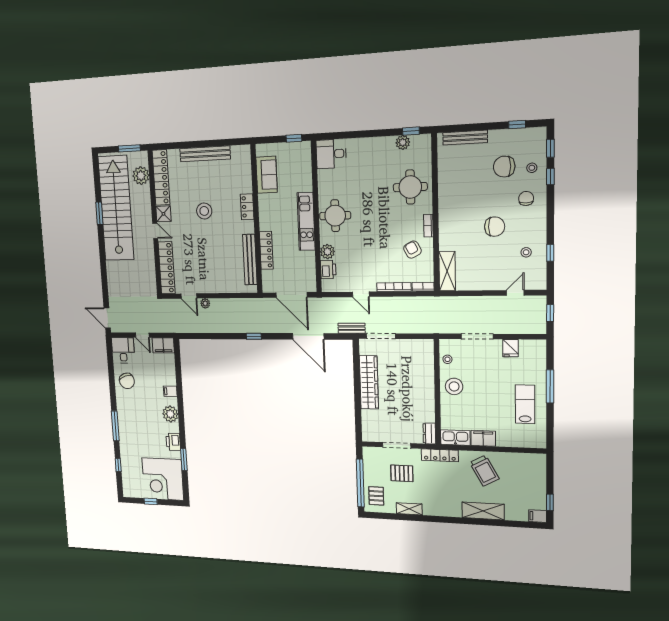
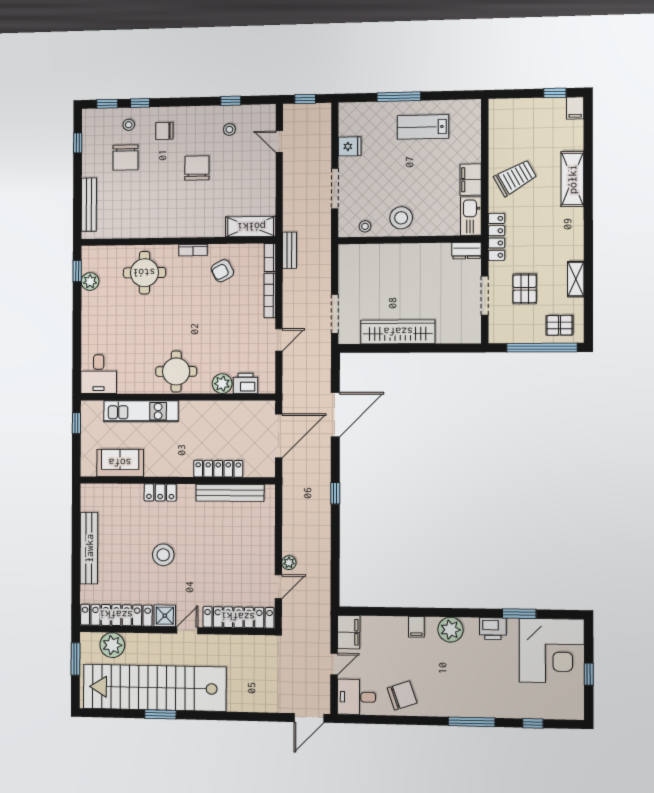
kitchen unit: (306, 221) -> (141, 411), moved
bench: (352, 328) -> (289, 250), moved

